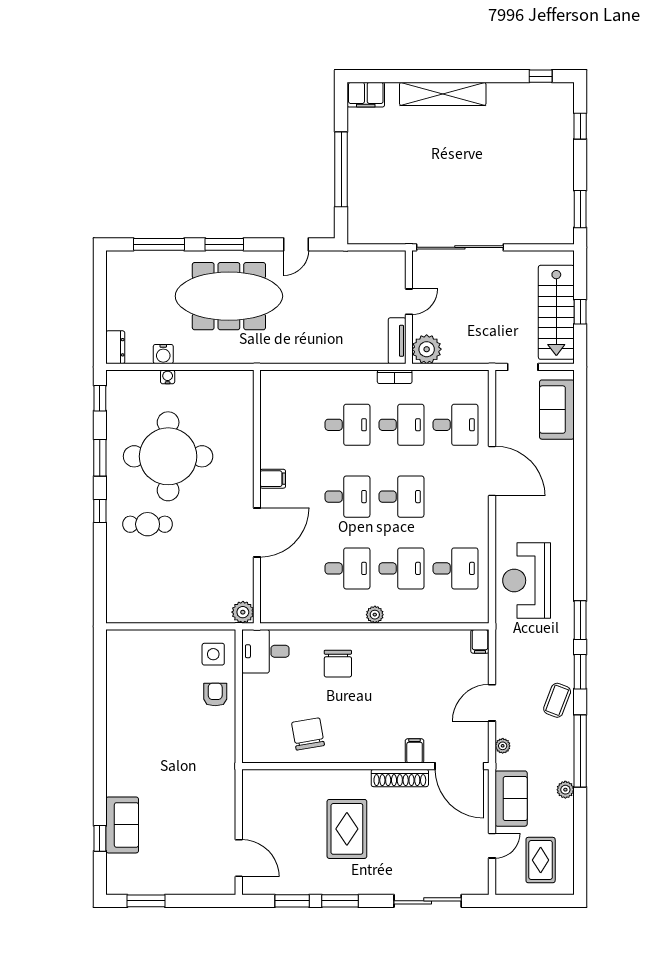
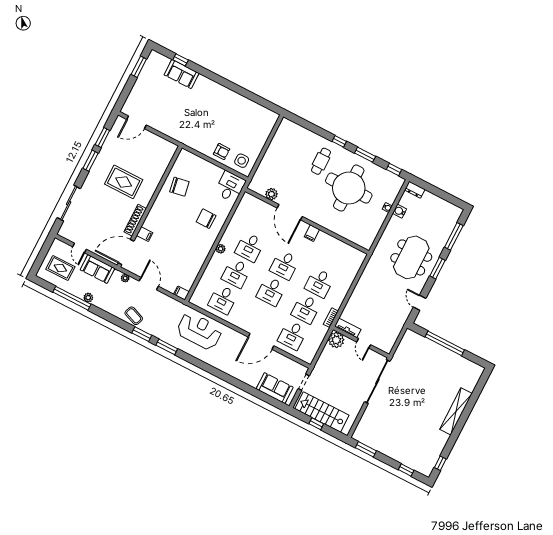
filing cabinet: (366, 95) -> (475, 374), removed
meeting table: (229, 296) -> (411, 257), width x0.73
plant: (243, 612) -> (271, 194), moved
window: (580, 751) -> (72, 298), moved

